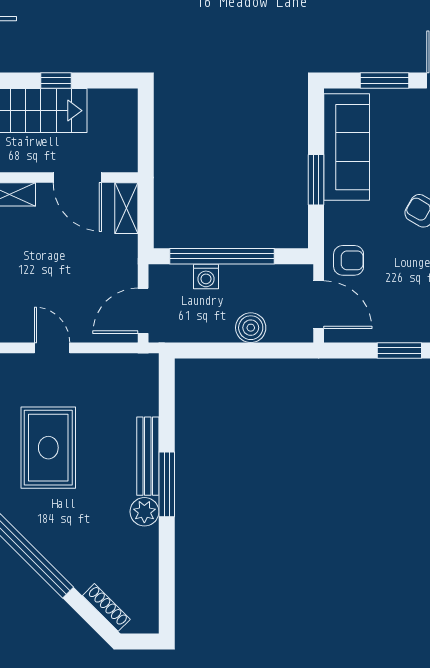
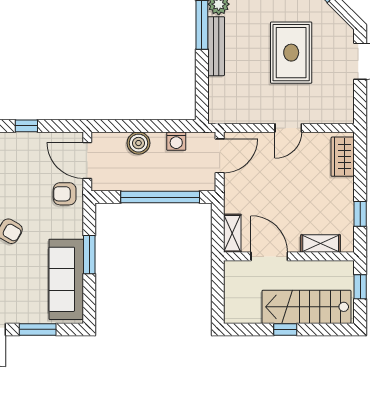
washing machine: (206, 276) -> (176, 141), moved, turned 180
door: (52, 348) -> (288, 128), hinge flipped
window: (399, 351) -> (26, 126), width x0.67

